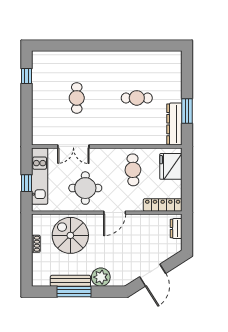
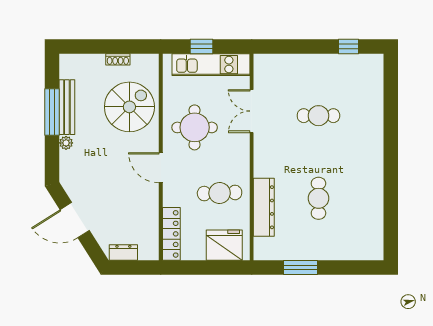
dresser: (174, 124) -> (264, 207), moved, turned 90
dresser: (176, 228) -> (123, 252), moved
plant: (101, 277) -> (66, 143), width x0.53, depth x0.53

